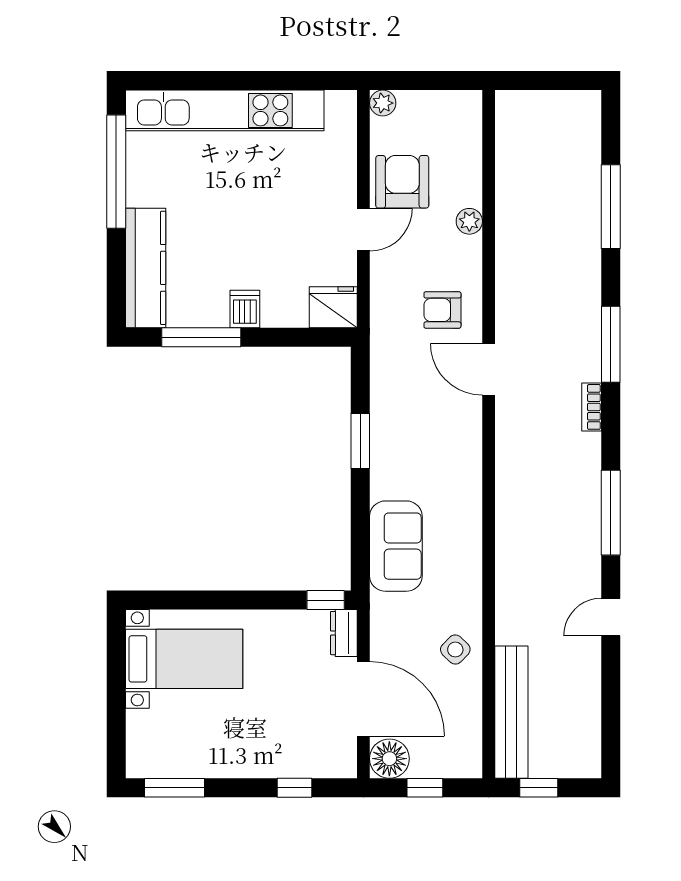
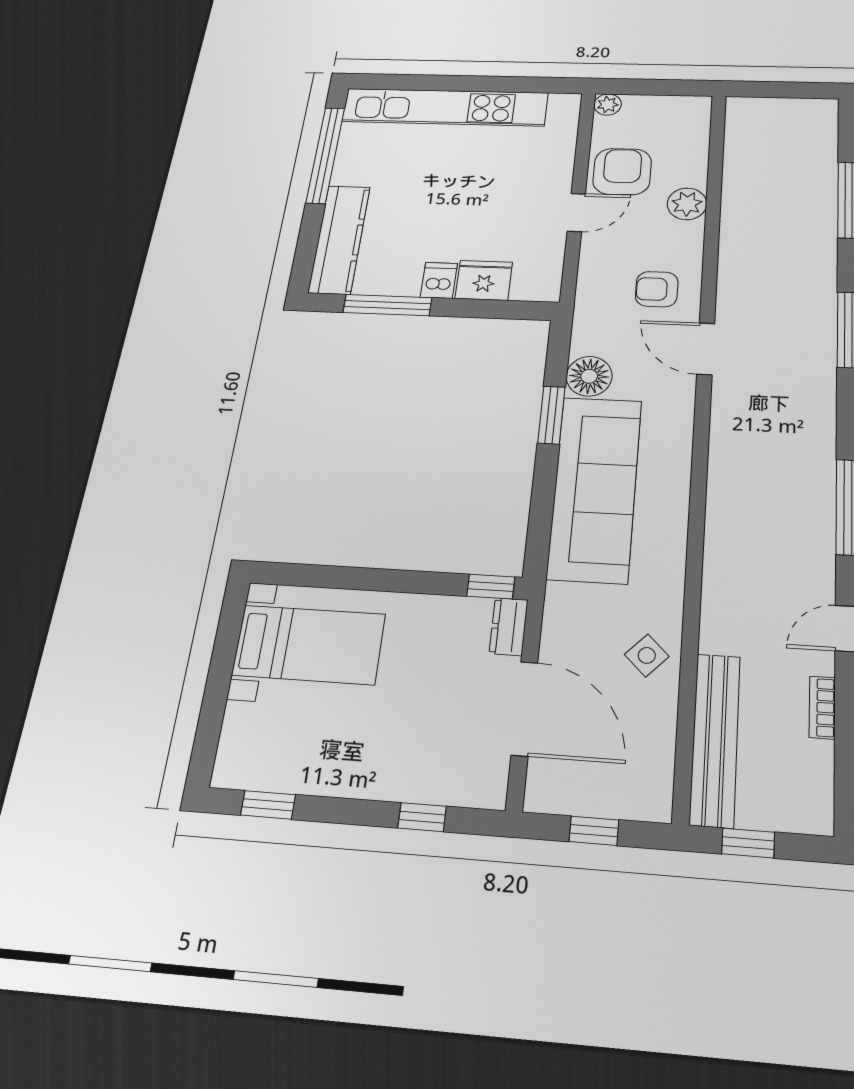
plant: (469, 221) -> (687, 204), width x1.38, depth x1.38
fridge: (333, 307) -> (484, 280), moved
bookcase: (592, 407) -> (822, 707), moved
sofa: (396, 546) -> (595, 488), width x1.85, depth x1.27
floor lamp: (389, 759) -> (589, 376), moved
window: (174, 788) -> (268, 805), width x0.67

